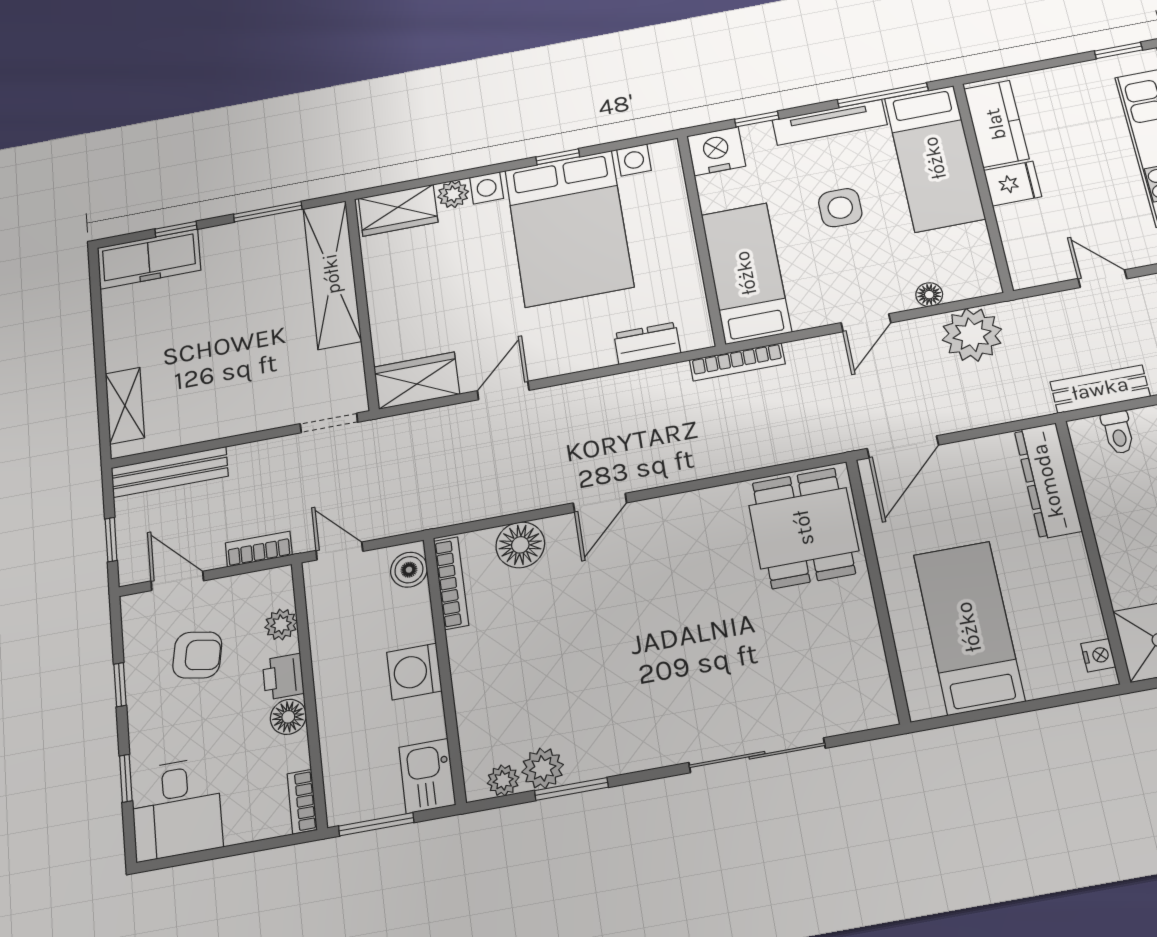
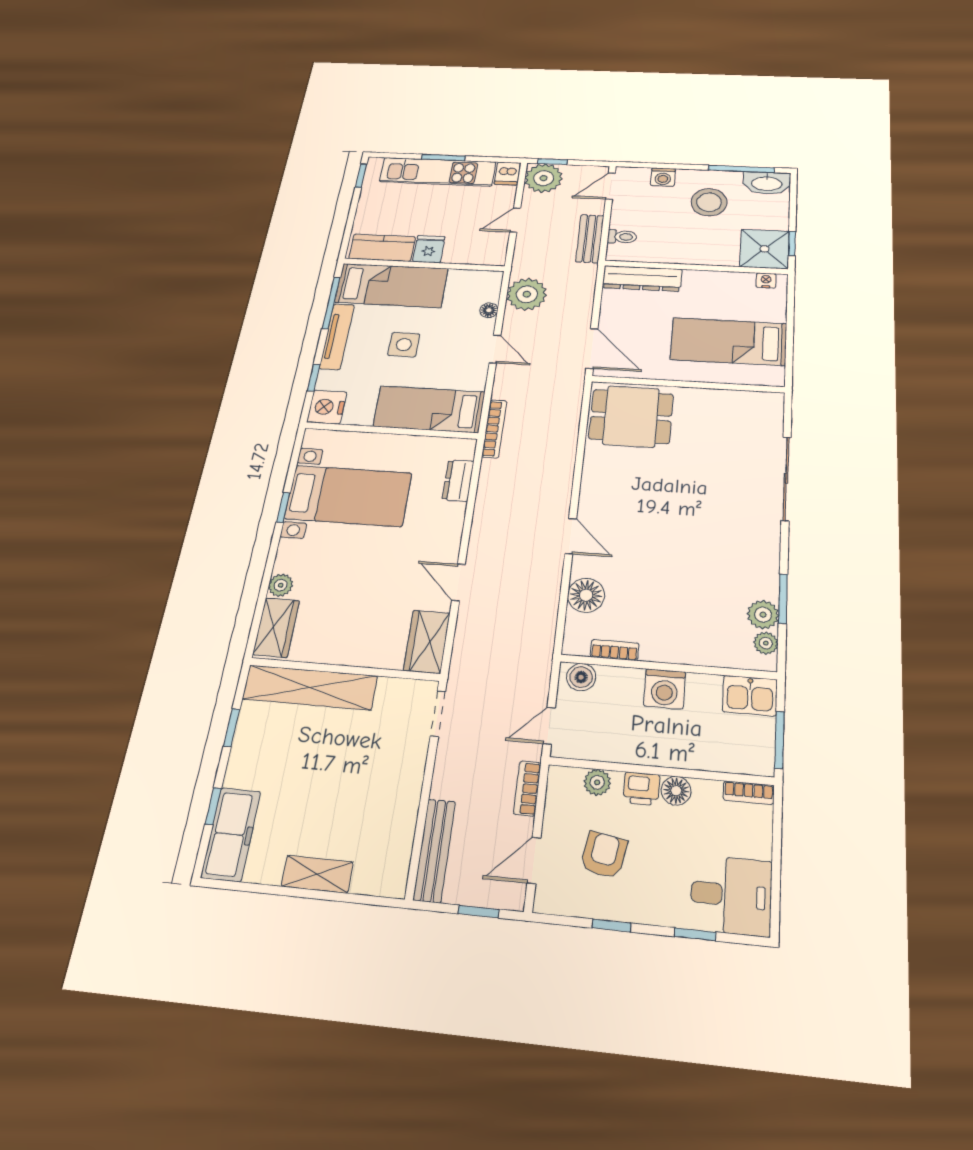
window: (268, 212) -> (232, 727), width x0.67
bed with nightstands: (569, 228) -> (348, 496), width x0.73
shelving: (125, 406) -> (317, 874), moved
bookcase: (451, 583) -> (615, 650), width x0.64

